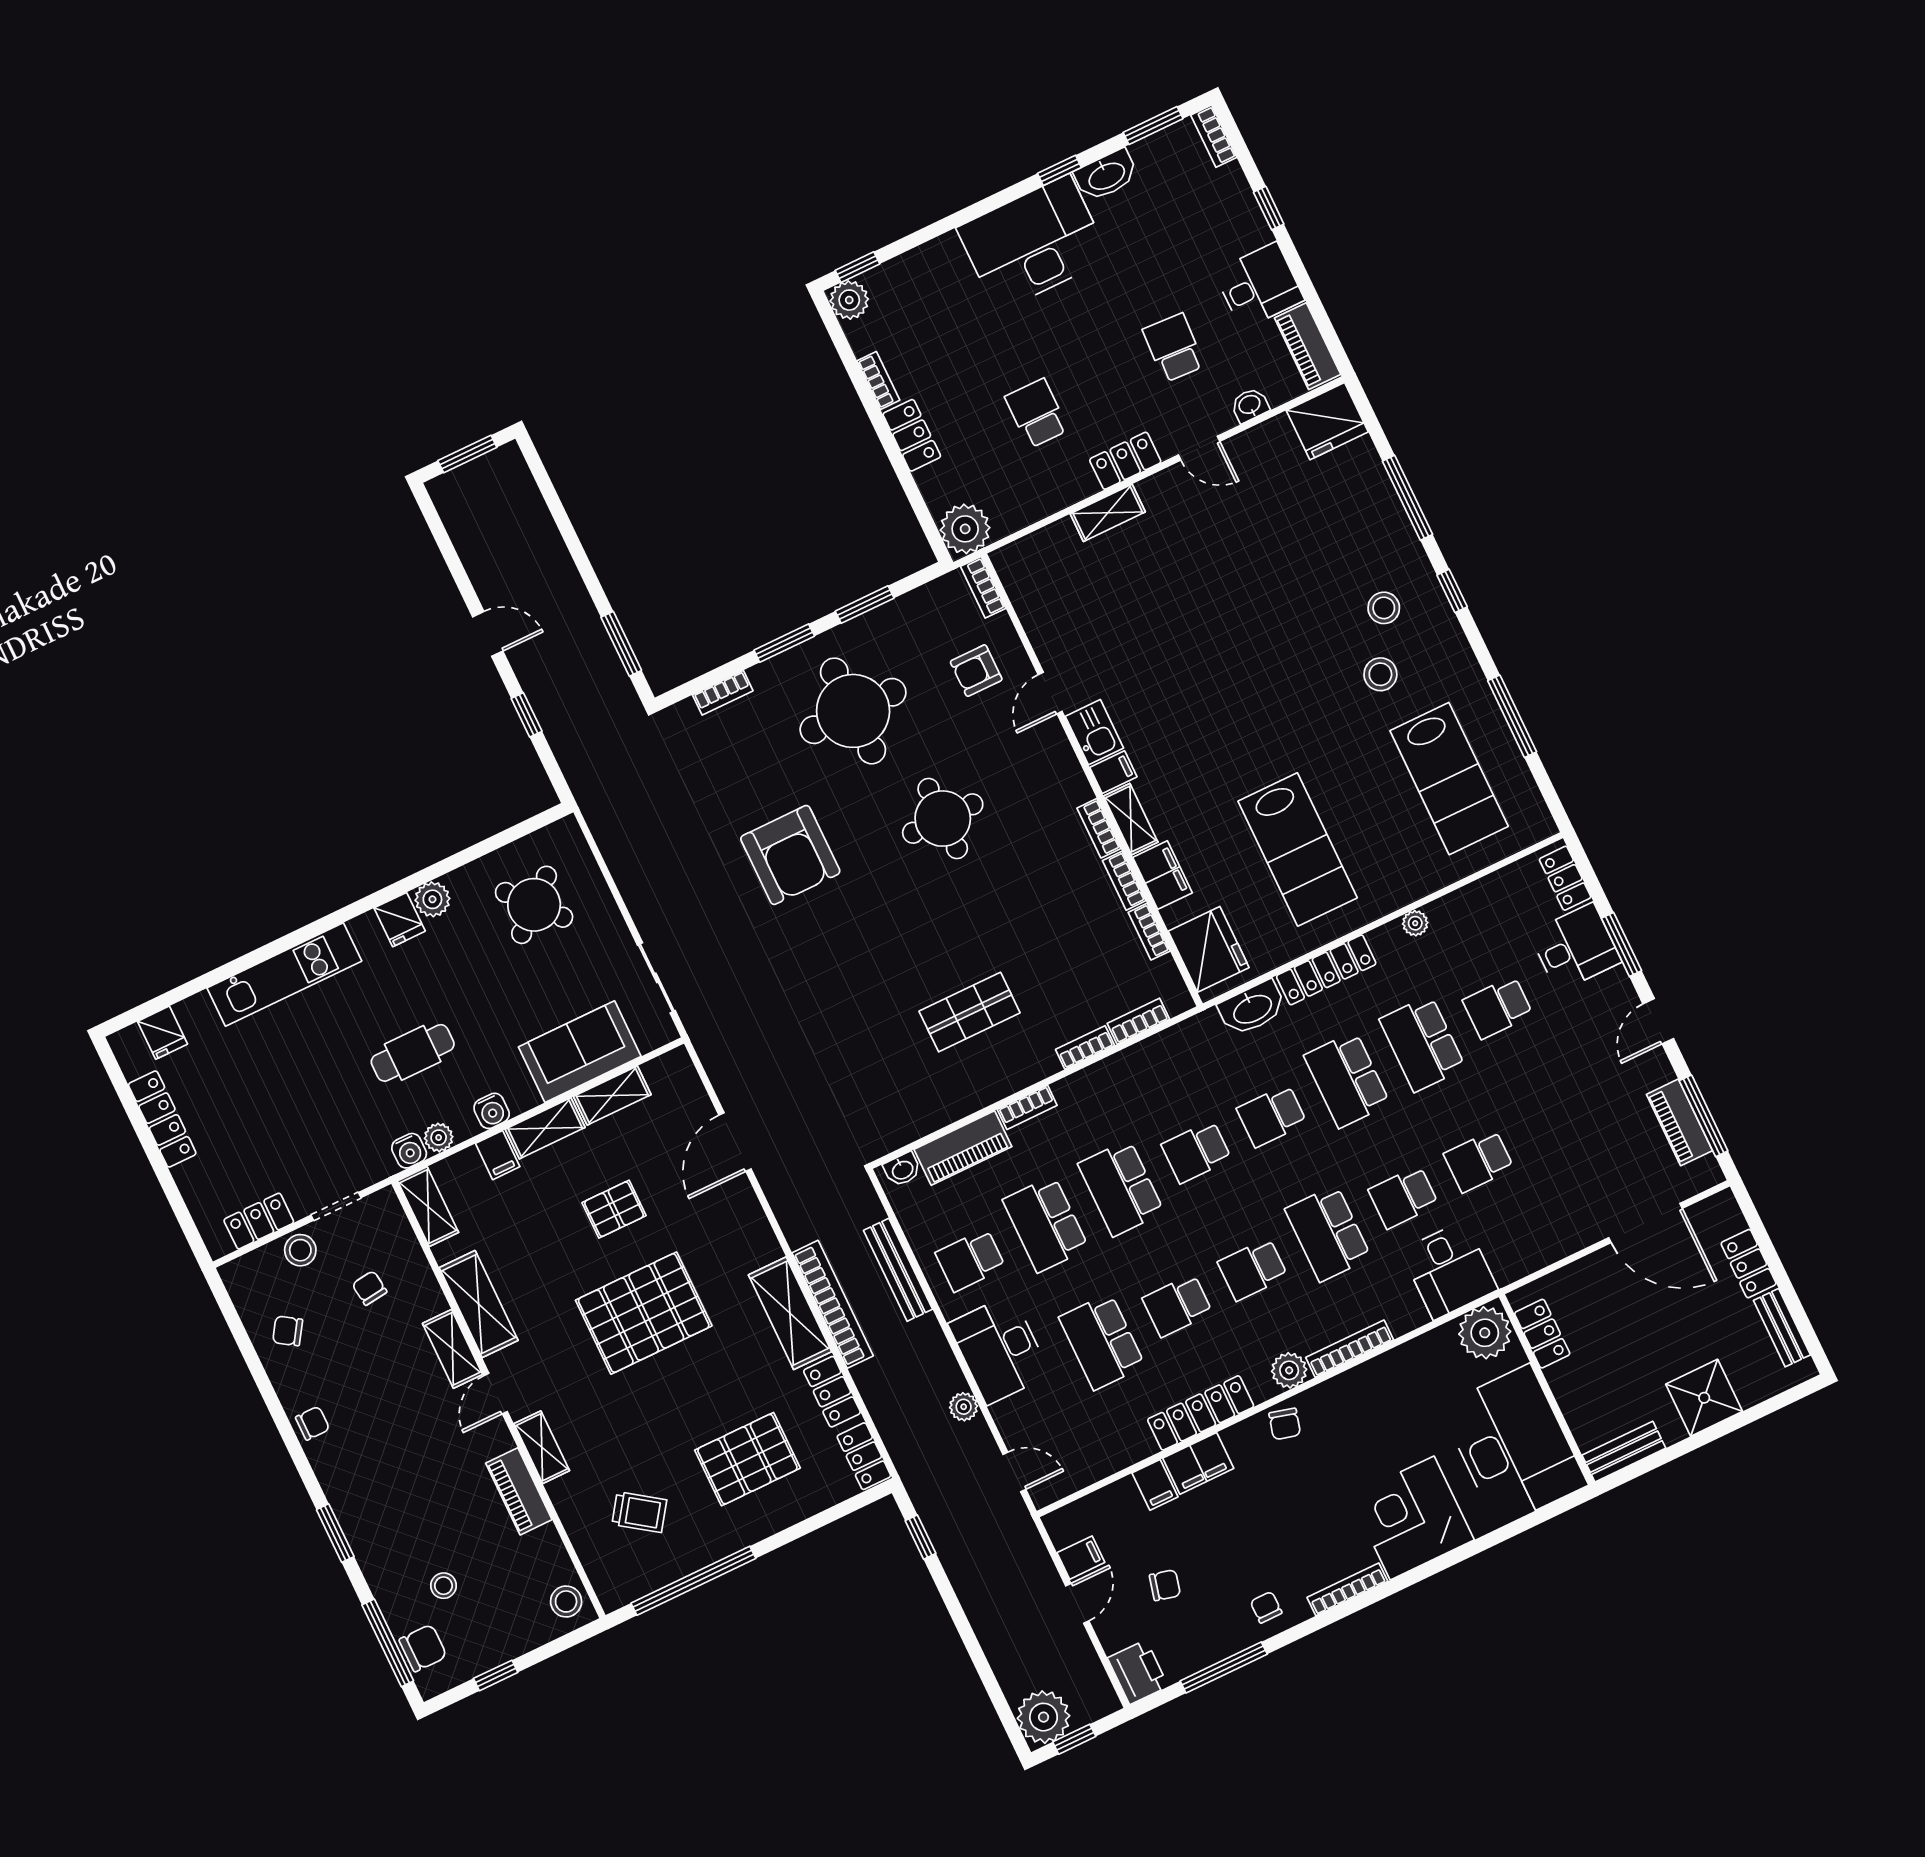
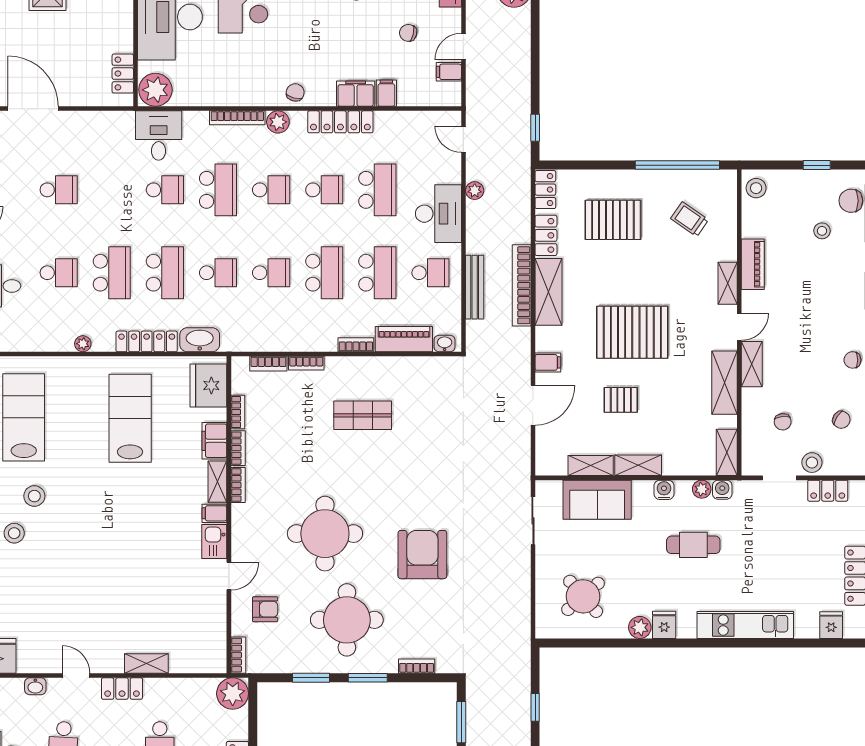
round table: (943, 819) -> (325, 534), width x1.36, depth x1.36
filing cabinet: (498, 1155) -> (548, 362), moved, turned 90
school desk: (1479, 1161) -> (59, 190), moved

